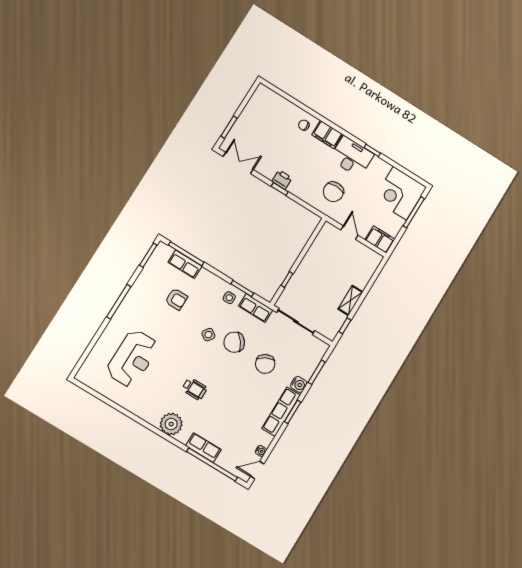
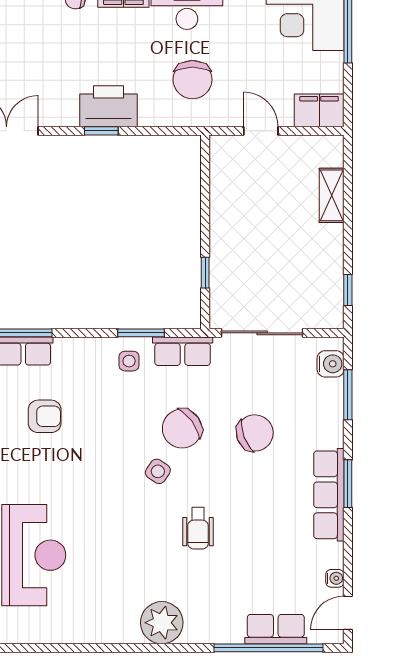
printer: (282, 180) -> (109, 106), width x1.87, depth x1.48
shelving: (350, 300) -> (332, 195), moved
side table: (208, 335) -> (158, 471), moved
chair: (265, 364) -> (255, 433), turned -84
water cooler: (299, 384) -> (331, 364), moved
wheelchair: (194, 389) -> (198, 528), moved, turned 90
row of seats: (203, 448) -> (276, 629), moved

